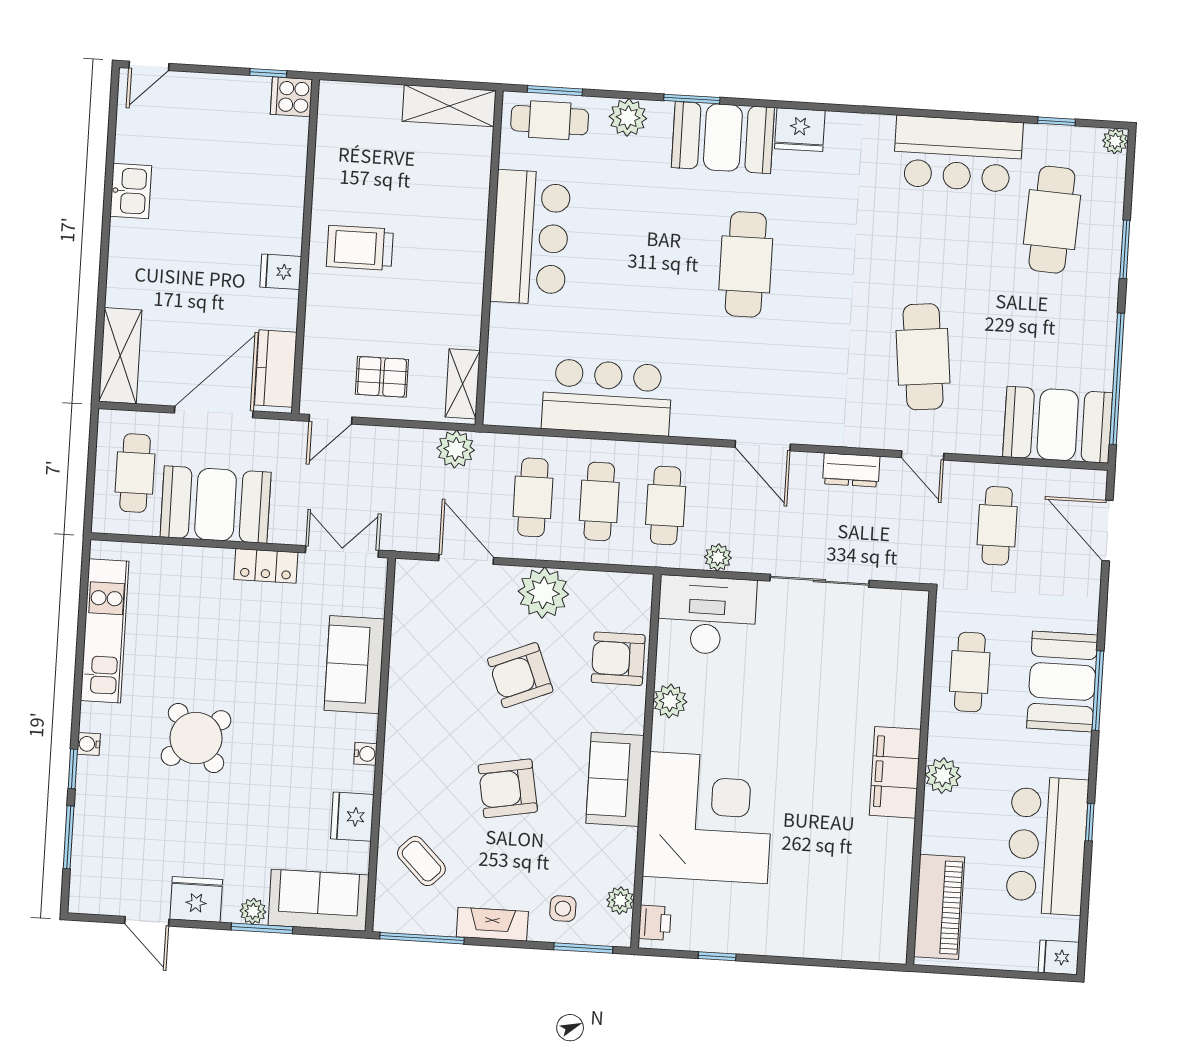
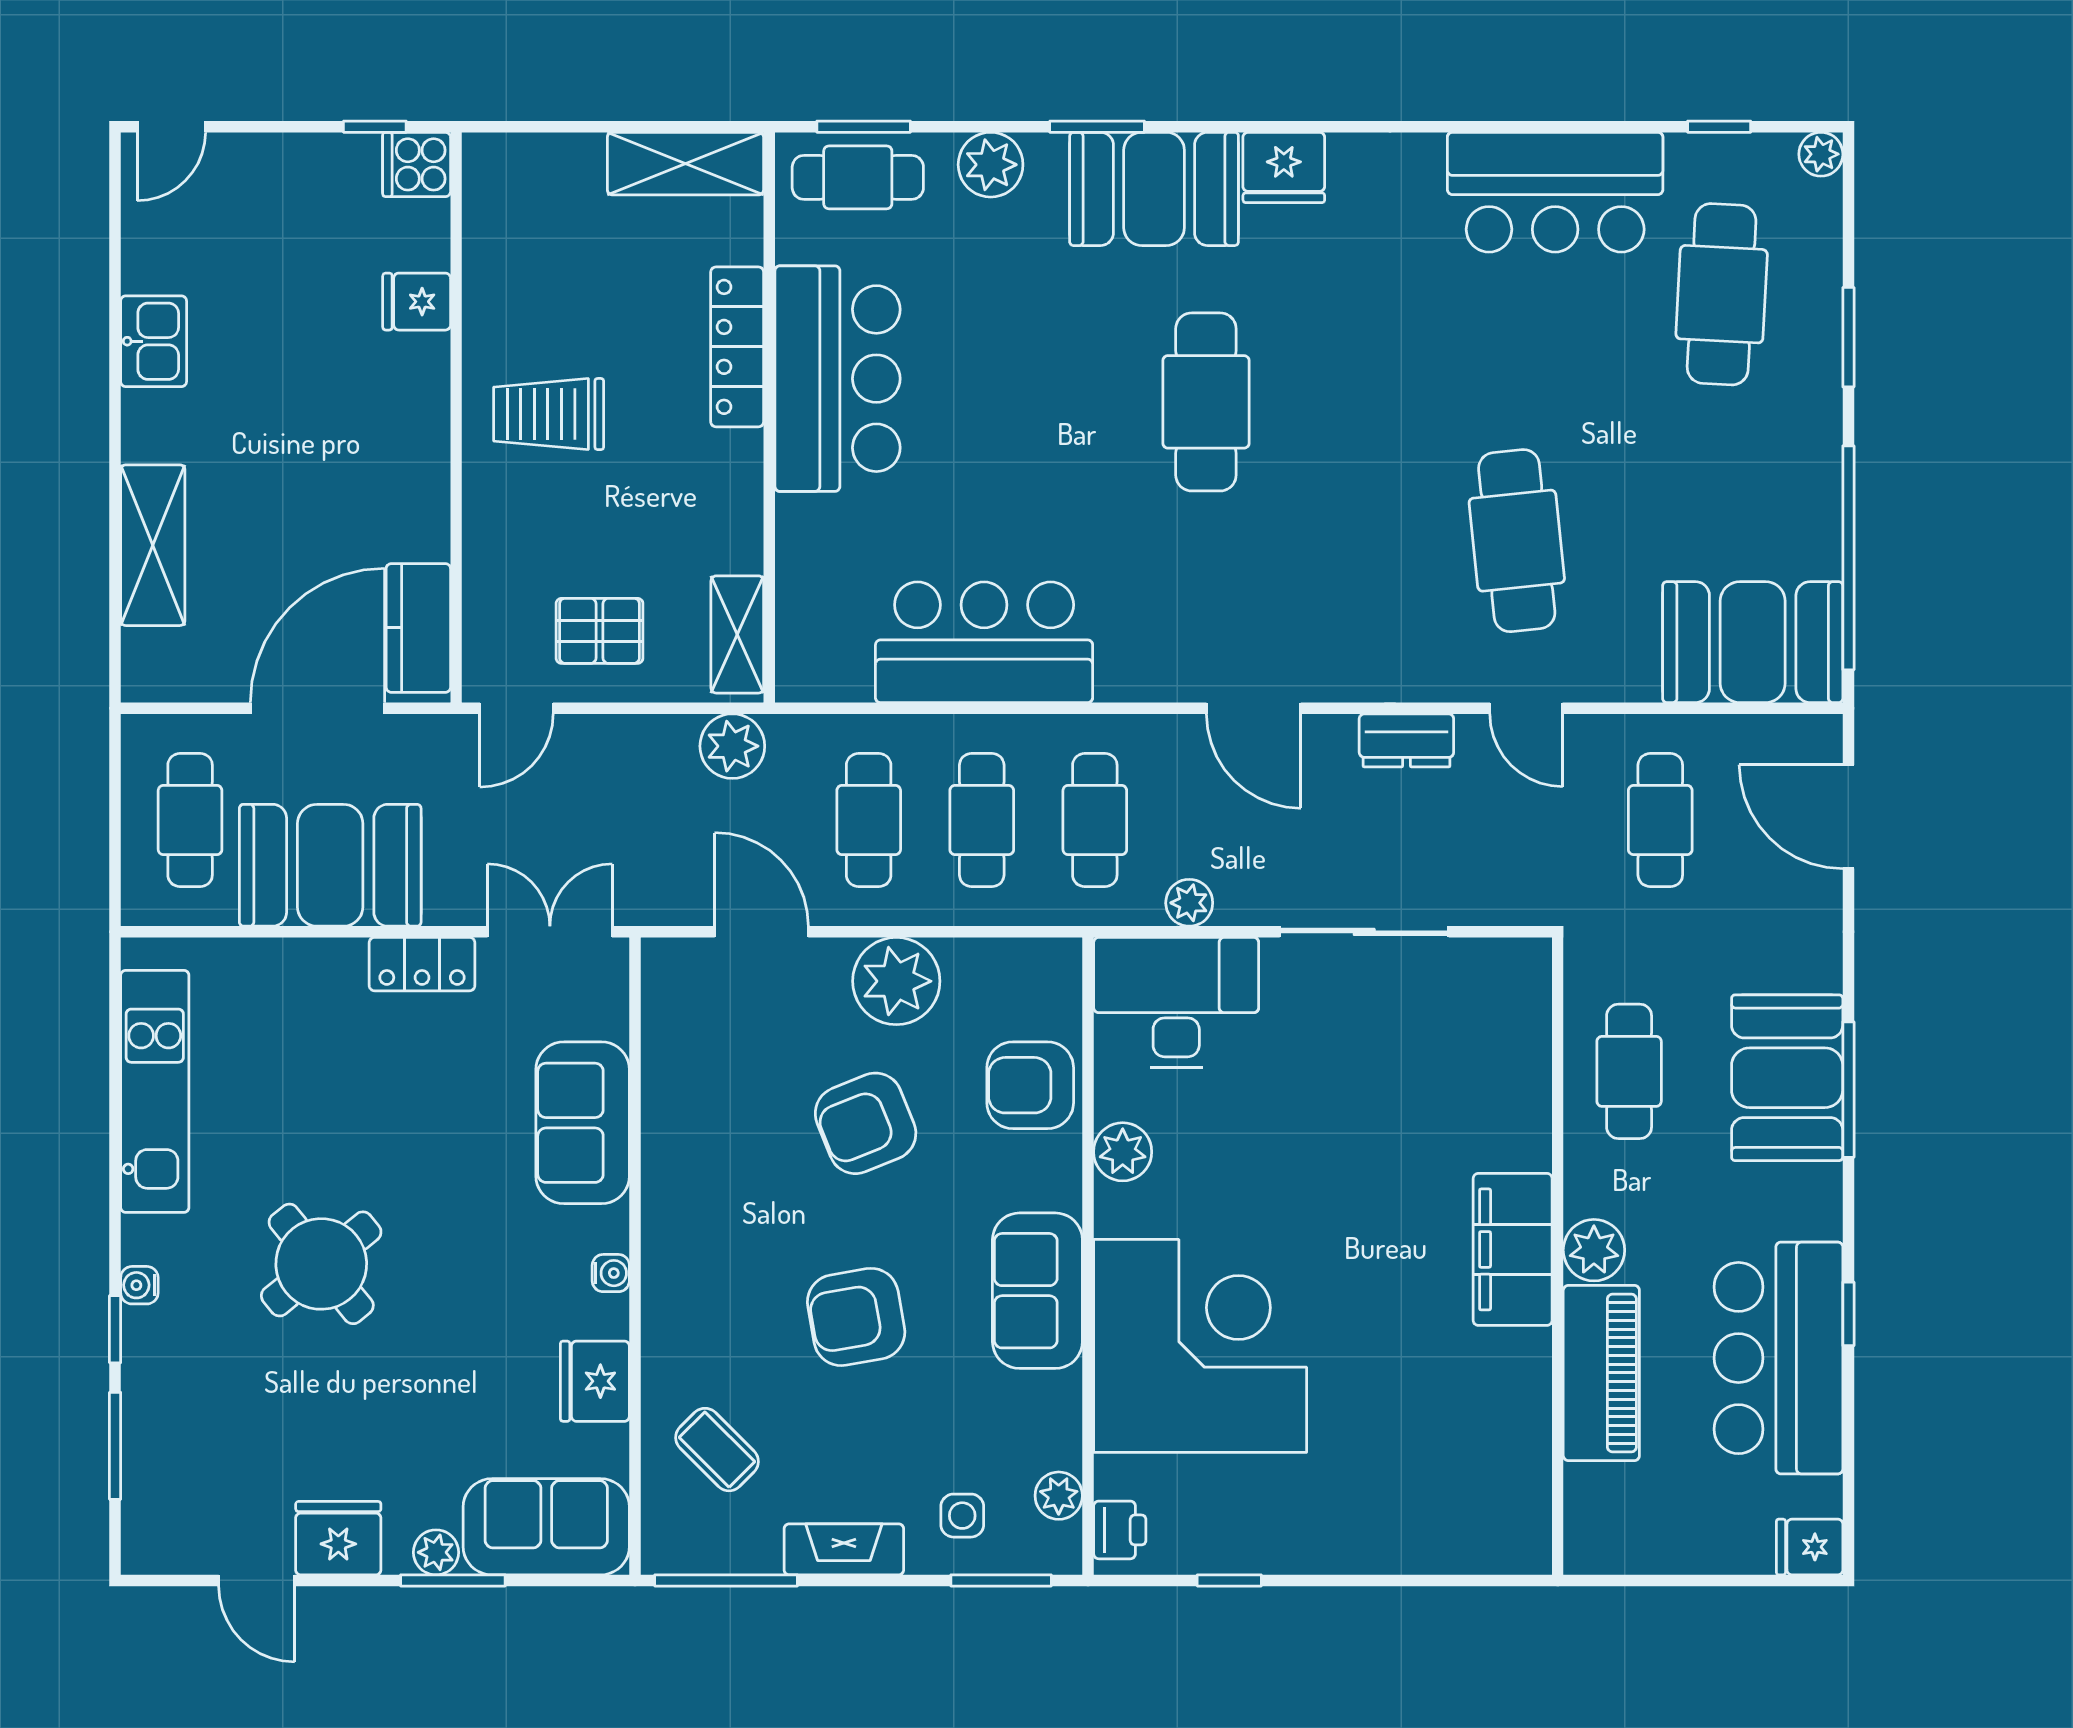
locker: (473, 215) -> (737, 347), added
fridge: (281, 272) -> (417, 302), moved
shelving: (120, 356) -> (153, 545), moved
piano: (939, 907) -> (1601, 1373), moved

